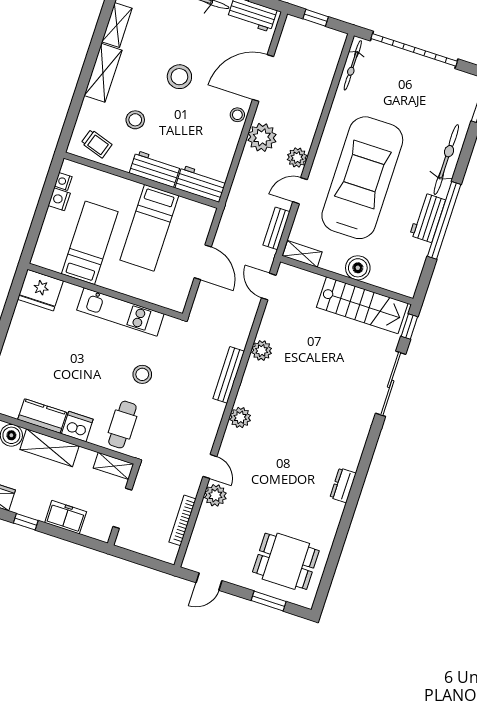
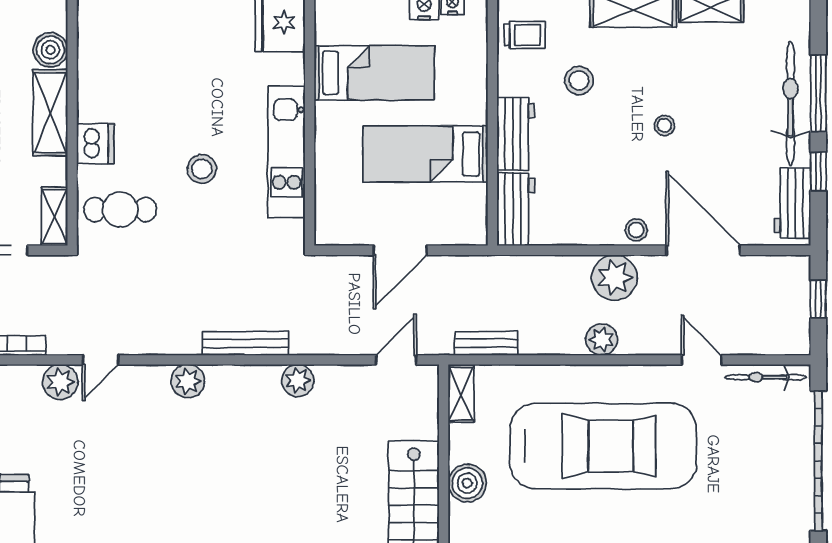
stool: (179, 77) -> (665, 125), width x0.53, depth x0.53
trolley: (97, 144) -> (525, 35), turned -108
door: (300, 191) -> (701, 360), moved
stool: (142, 374) -> (202, 169), moved
kitchen counter: (42, 416) -> (94, 86), removed

